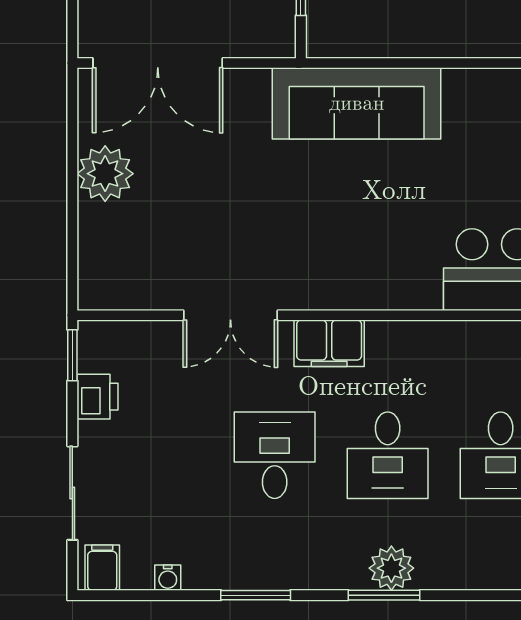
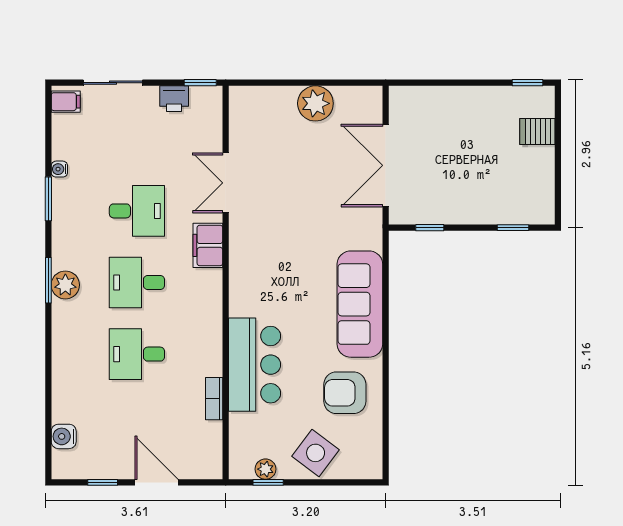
double door: (158, 63) -> (386, 165), moved
sofa: (357, 103) -> (360, 304), moved
water cooler: (168, 578) -> (59, 169), moved

